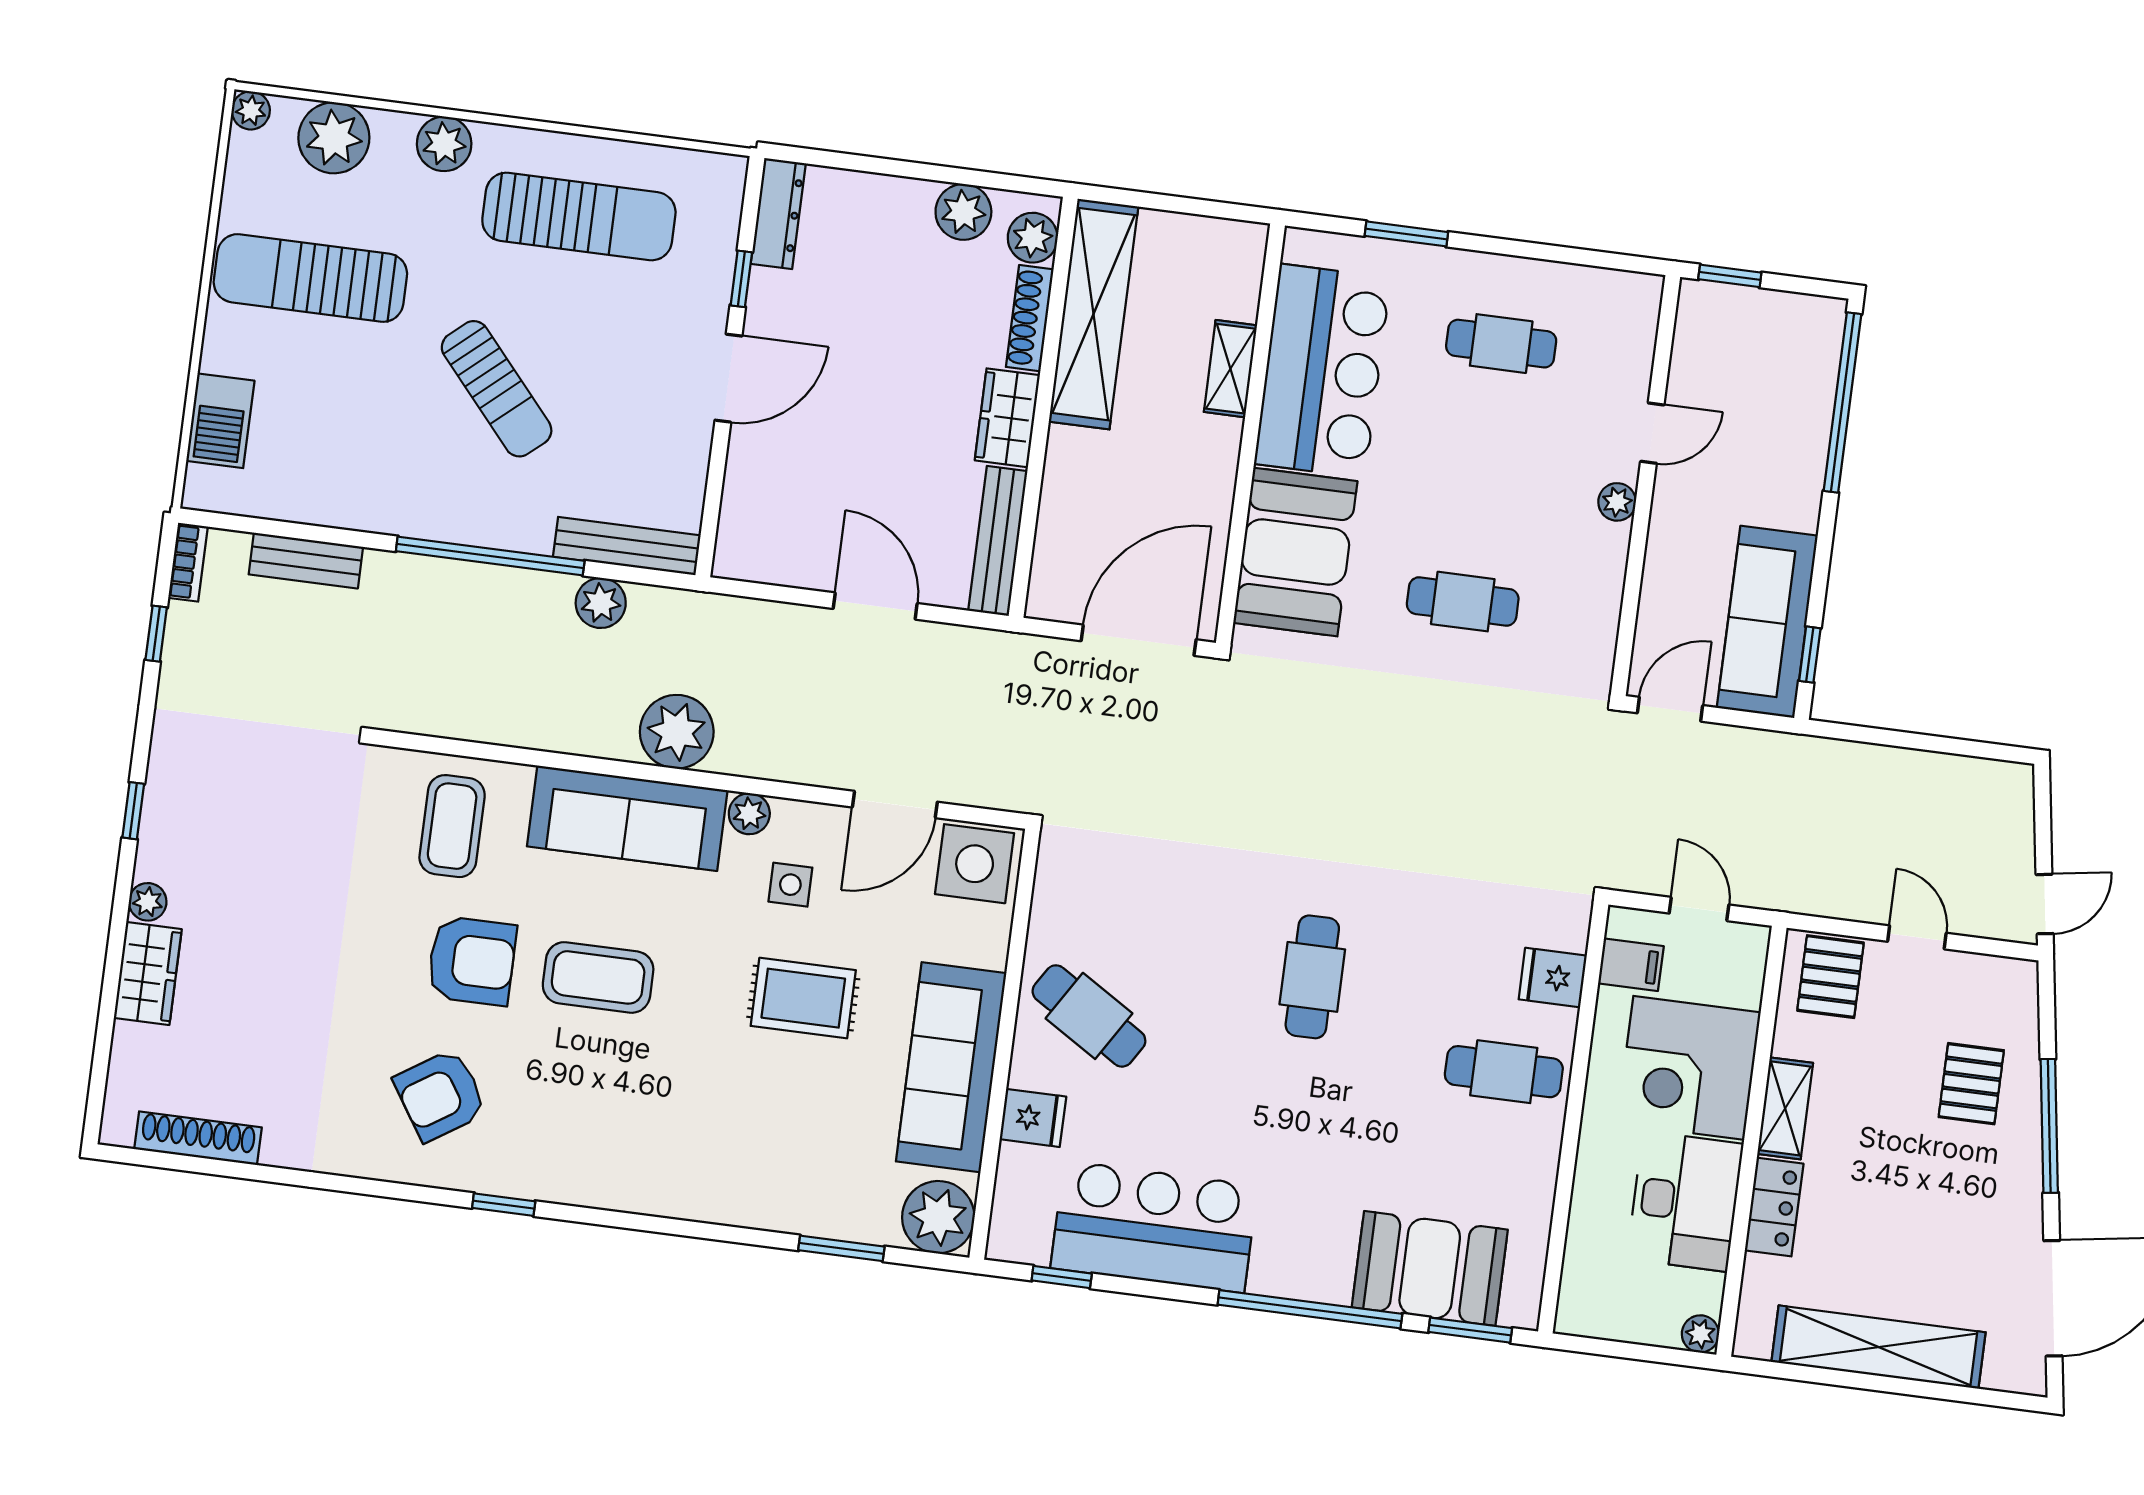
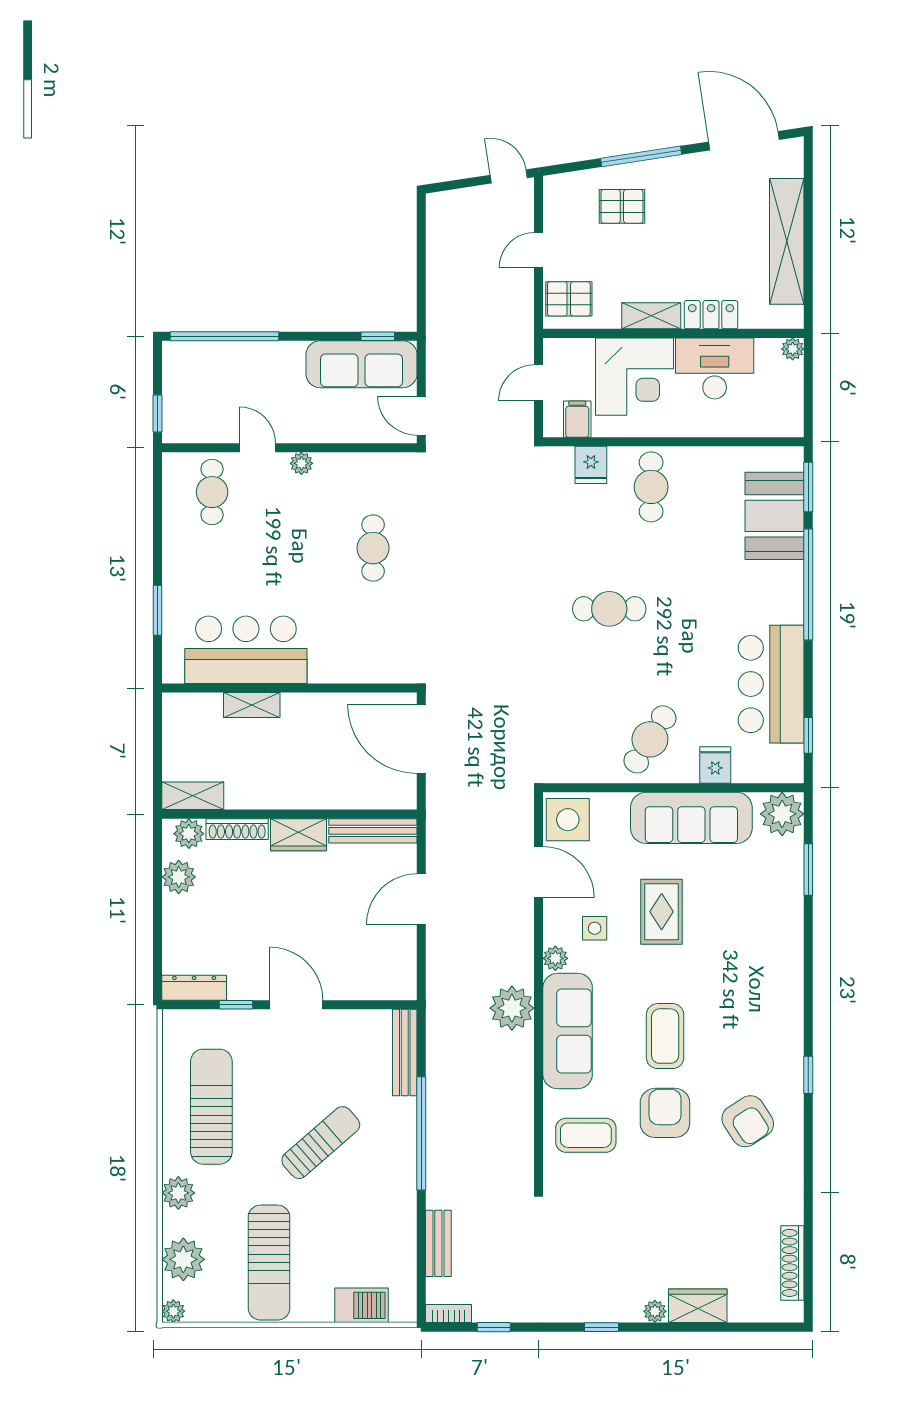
shelving: (1094, 314) -> (193, 796), width x0.45, depth x0.75
cafe table: (1501, 344) -> (212, 492), moved
booth: (1295, 552) -> (356, 652), removed
plant: (601, 603) -> (441, 1064), removed

